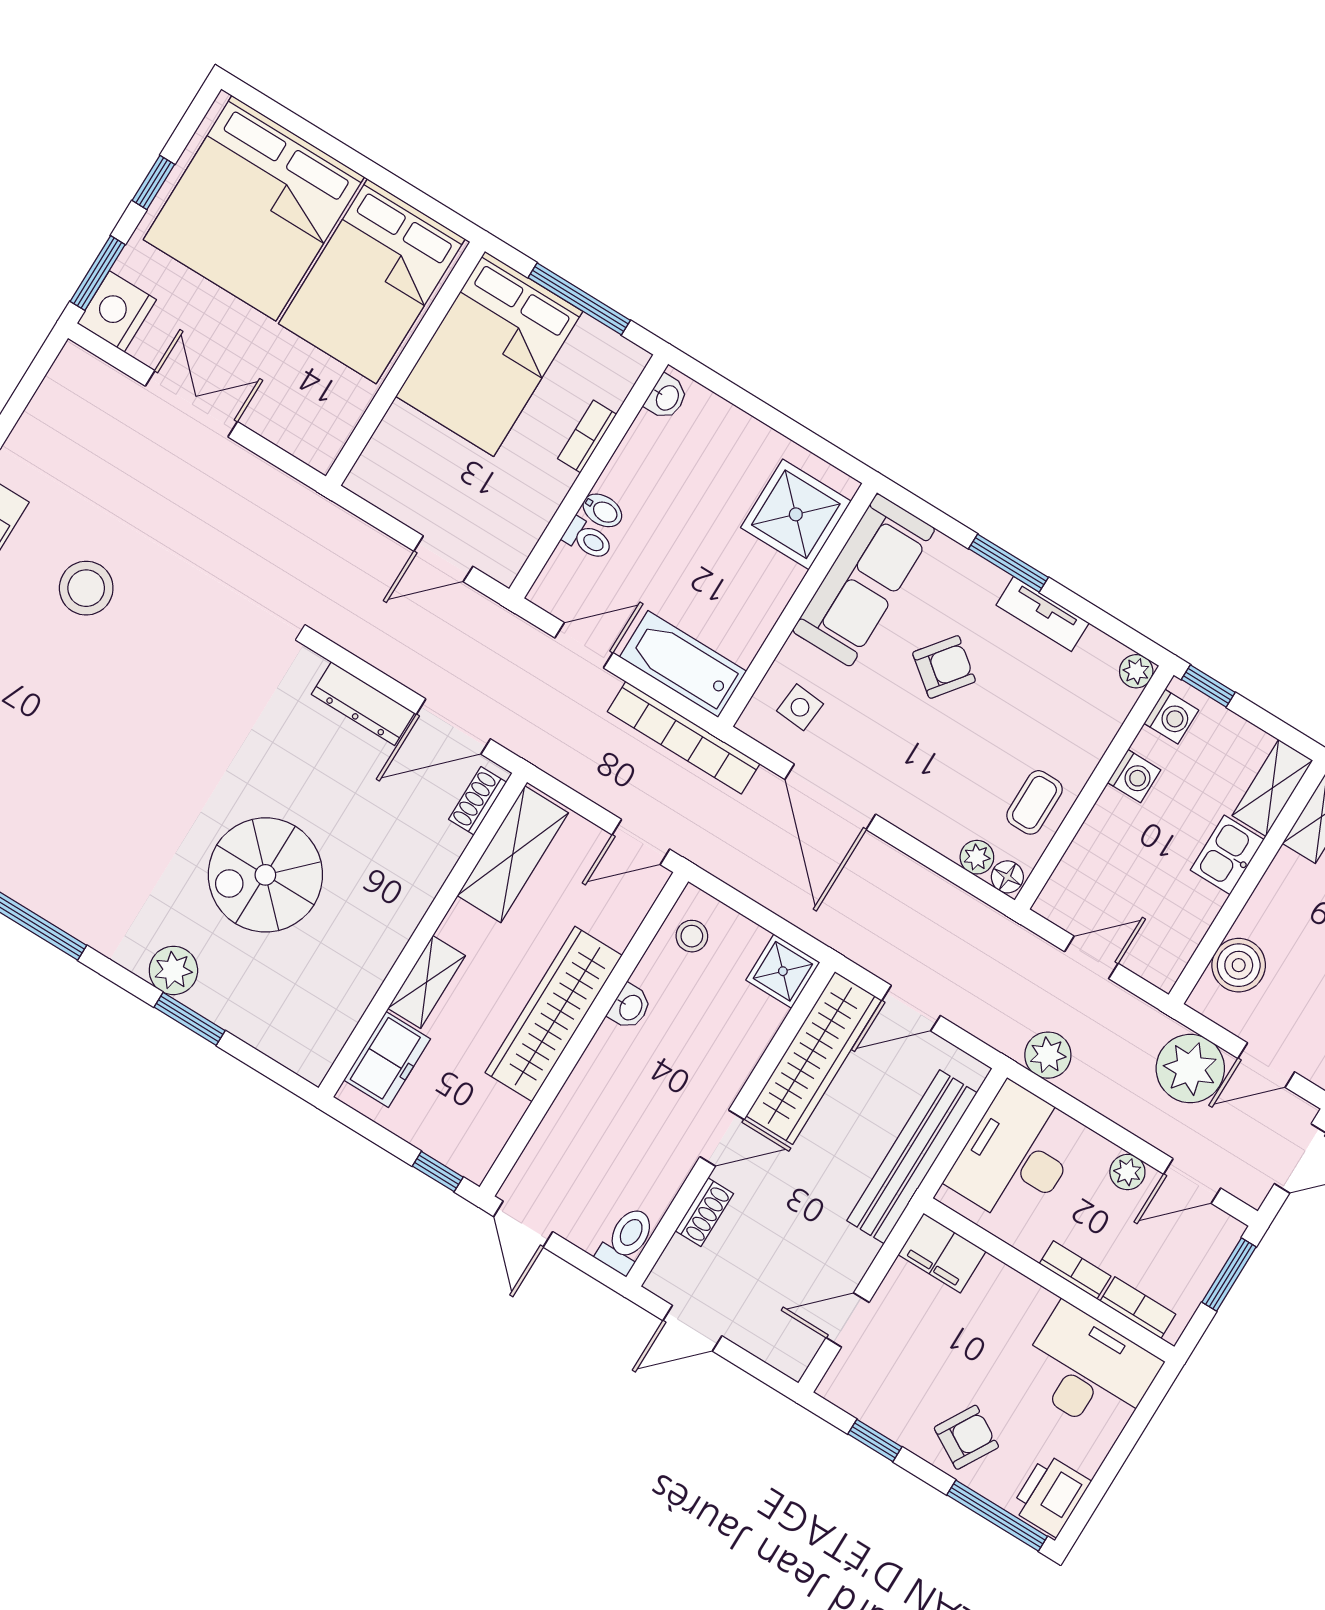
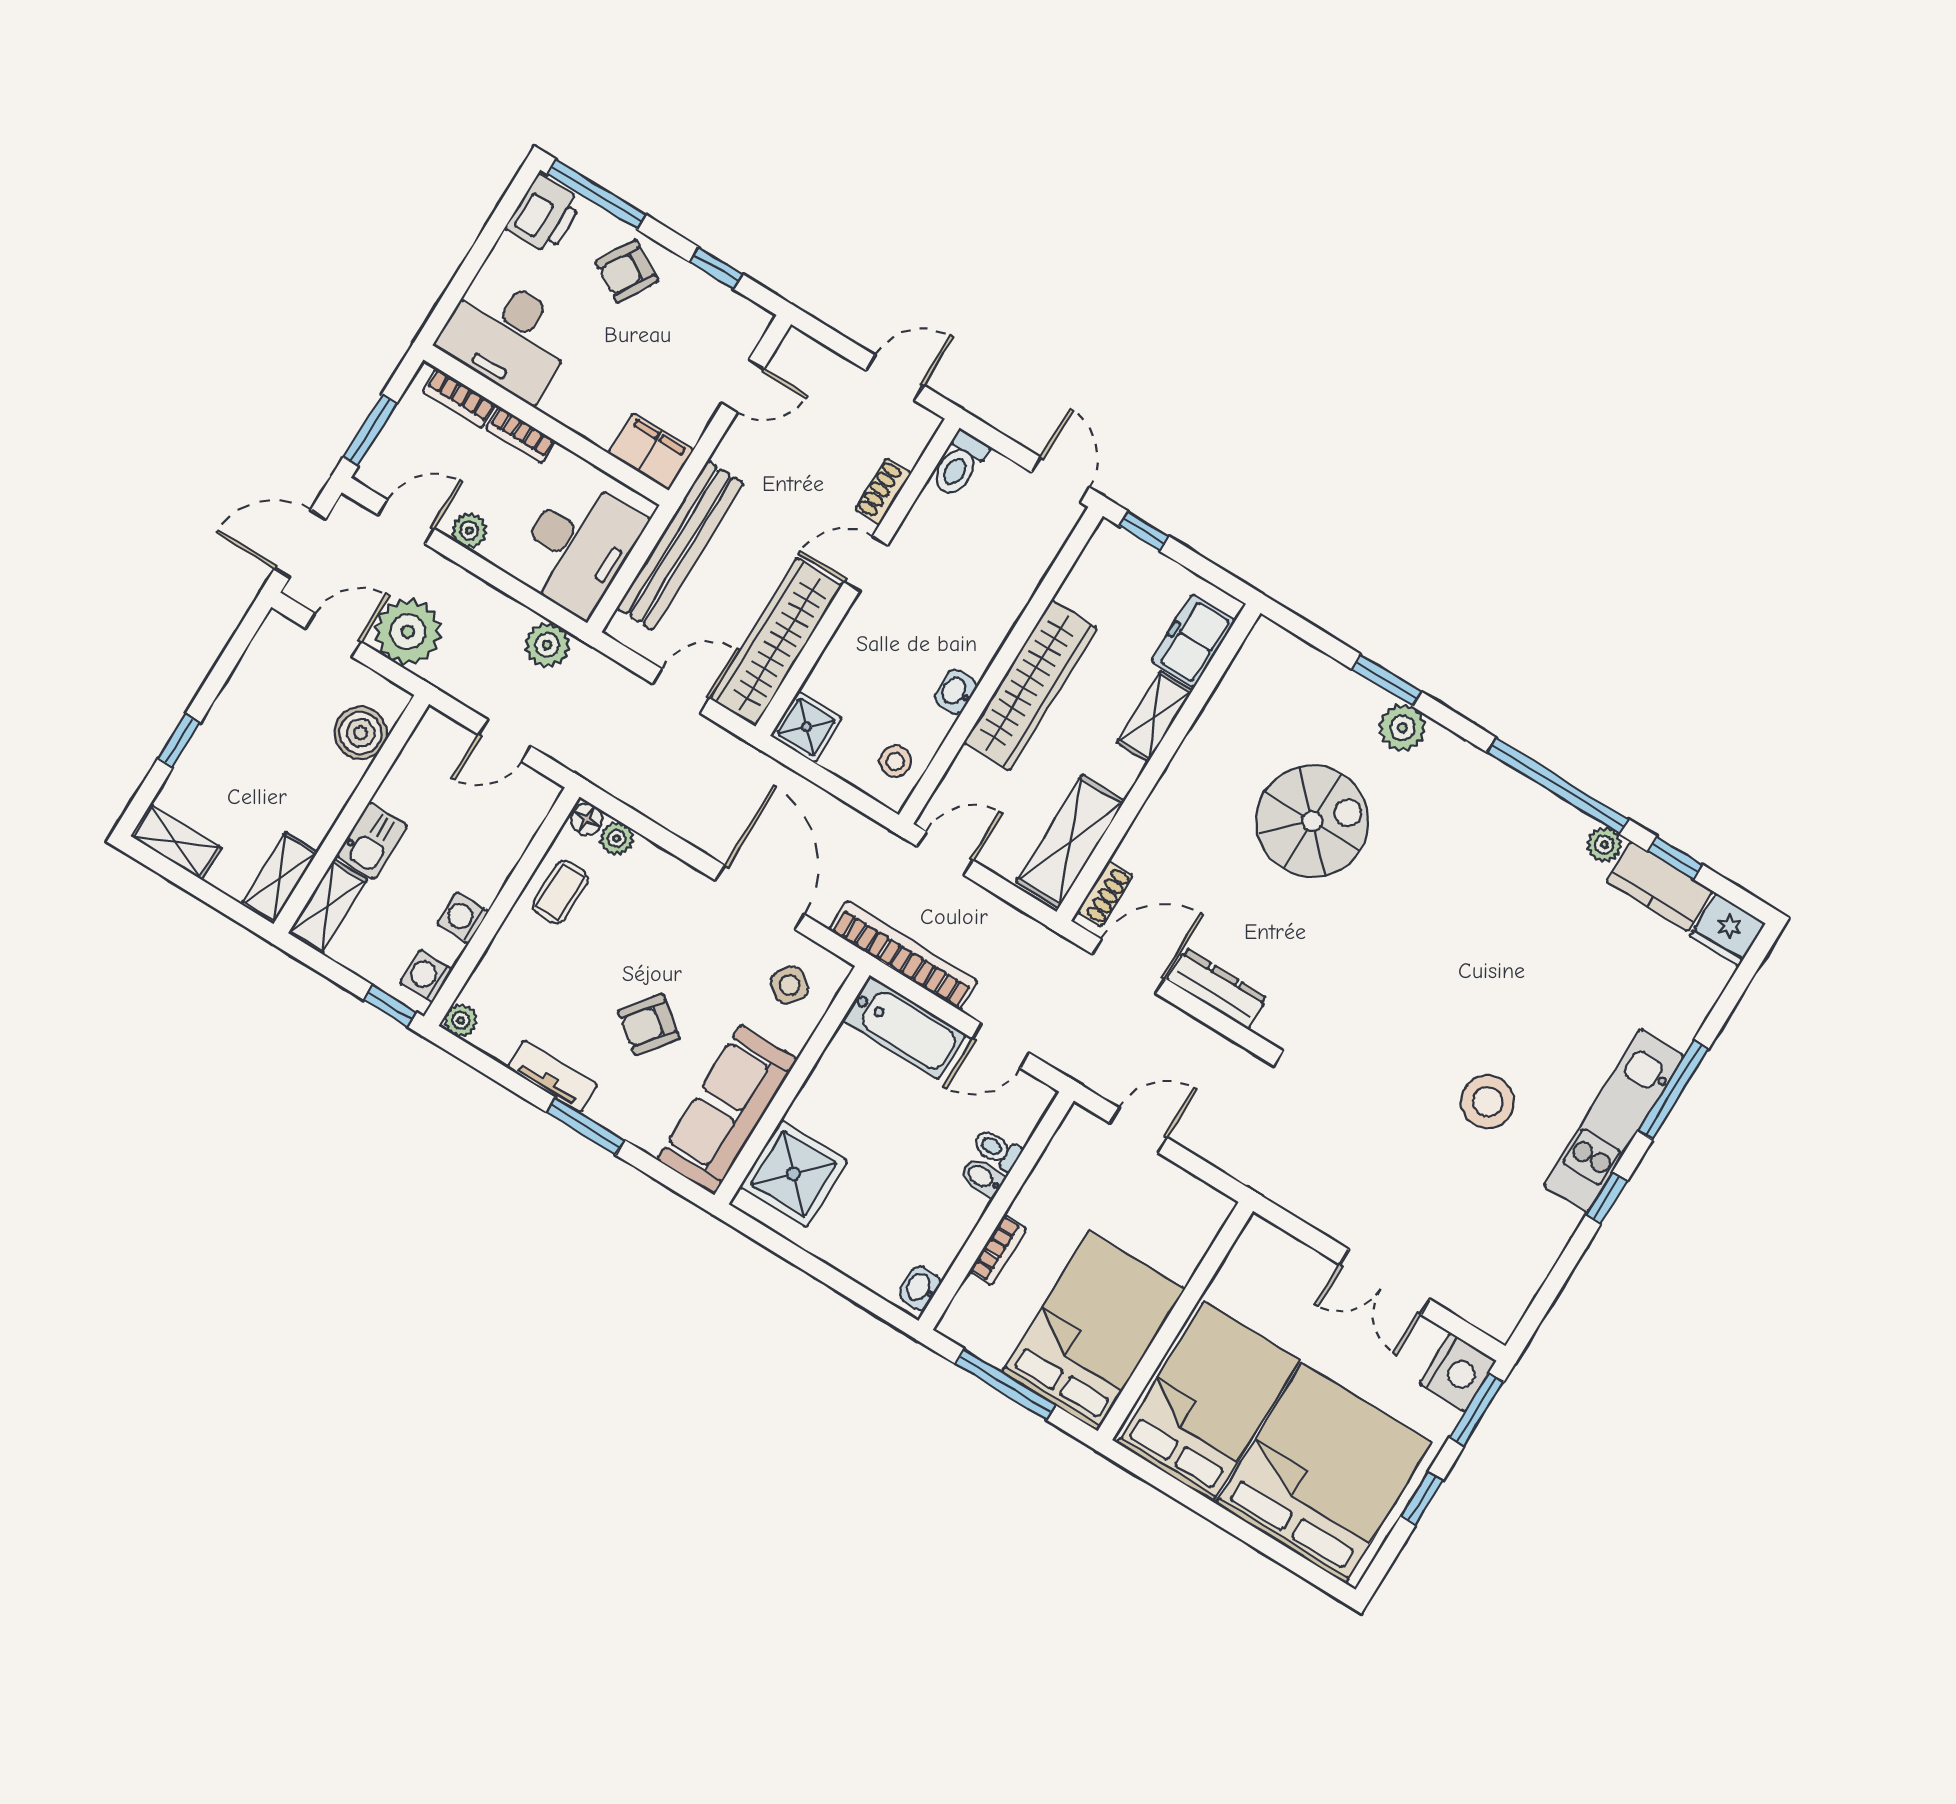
side table: (800, 707) -> (790, 985), turned 33

